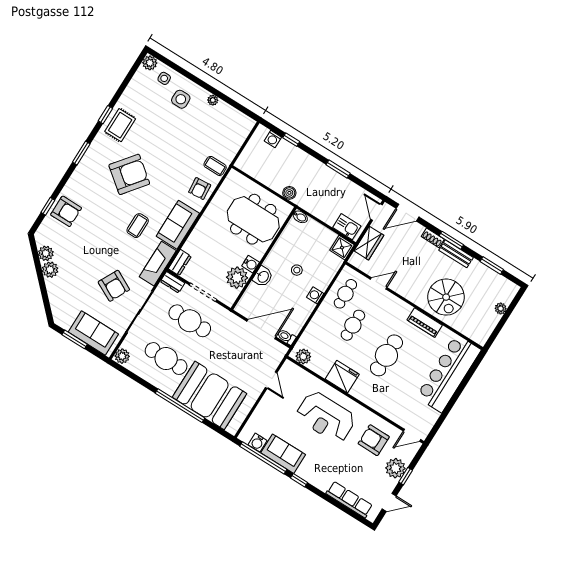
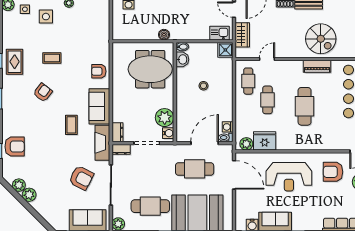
coffee table: (215, 166) -> (52, 58), moved
armchair: (129, 174) -> (43, 92), width x0.53, depth x0.53
armchair: (200, 189) -> (99, 71), turned 95
water cooler: (251, 264) -> (168, 133), moved
washbasin: (263, 277) -> (182, 59), moved
washing machine: (315, 295) -> (228, 127), moved
cafe table: (190, 321) -> (195, 169), moved
fridge: (342, 377) -> (265, 141), moved
door: (271, 380) -> (234, 175), width x1.88

